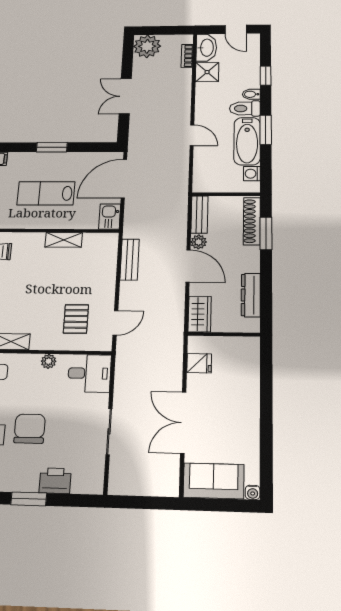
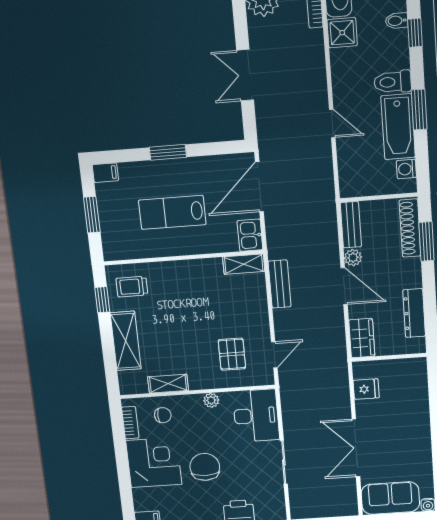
bidet: (251, 94) -> (397, 21), moved
shelving: (64, 240) -> (244, 264), moved
desk: (89, 373) -> (256, 416), width x1.37

